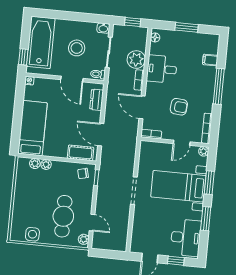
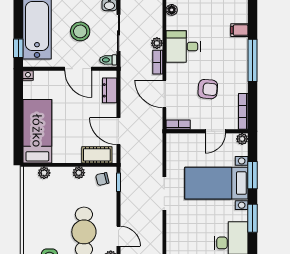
plant: (136, 60) -> (157, 43), width x0.53, depth x0.53
plant: (46, 164) -> (79, 173), moved

